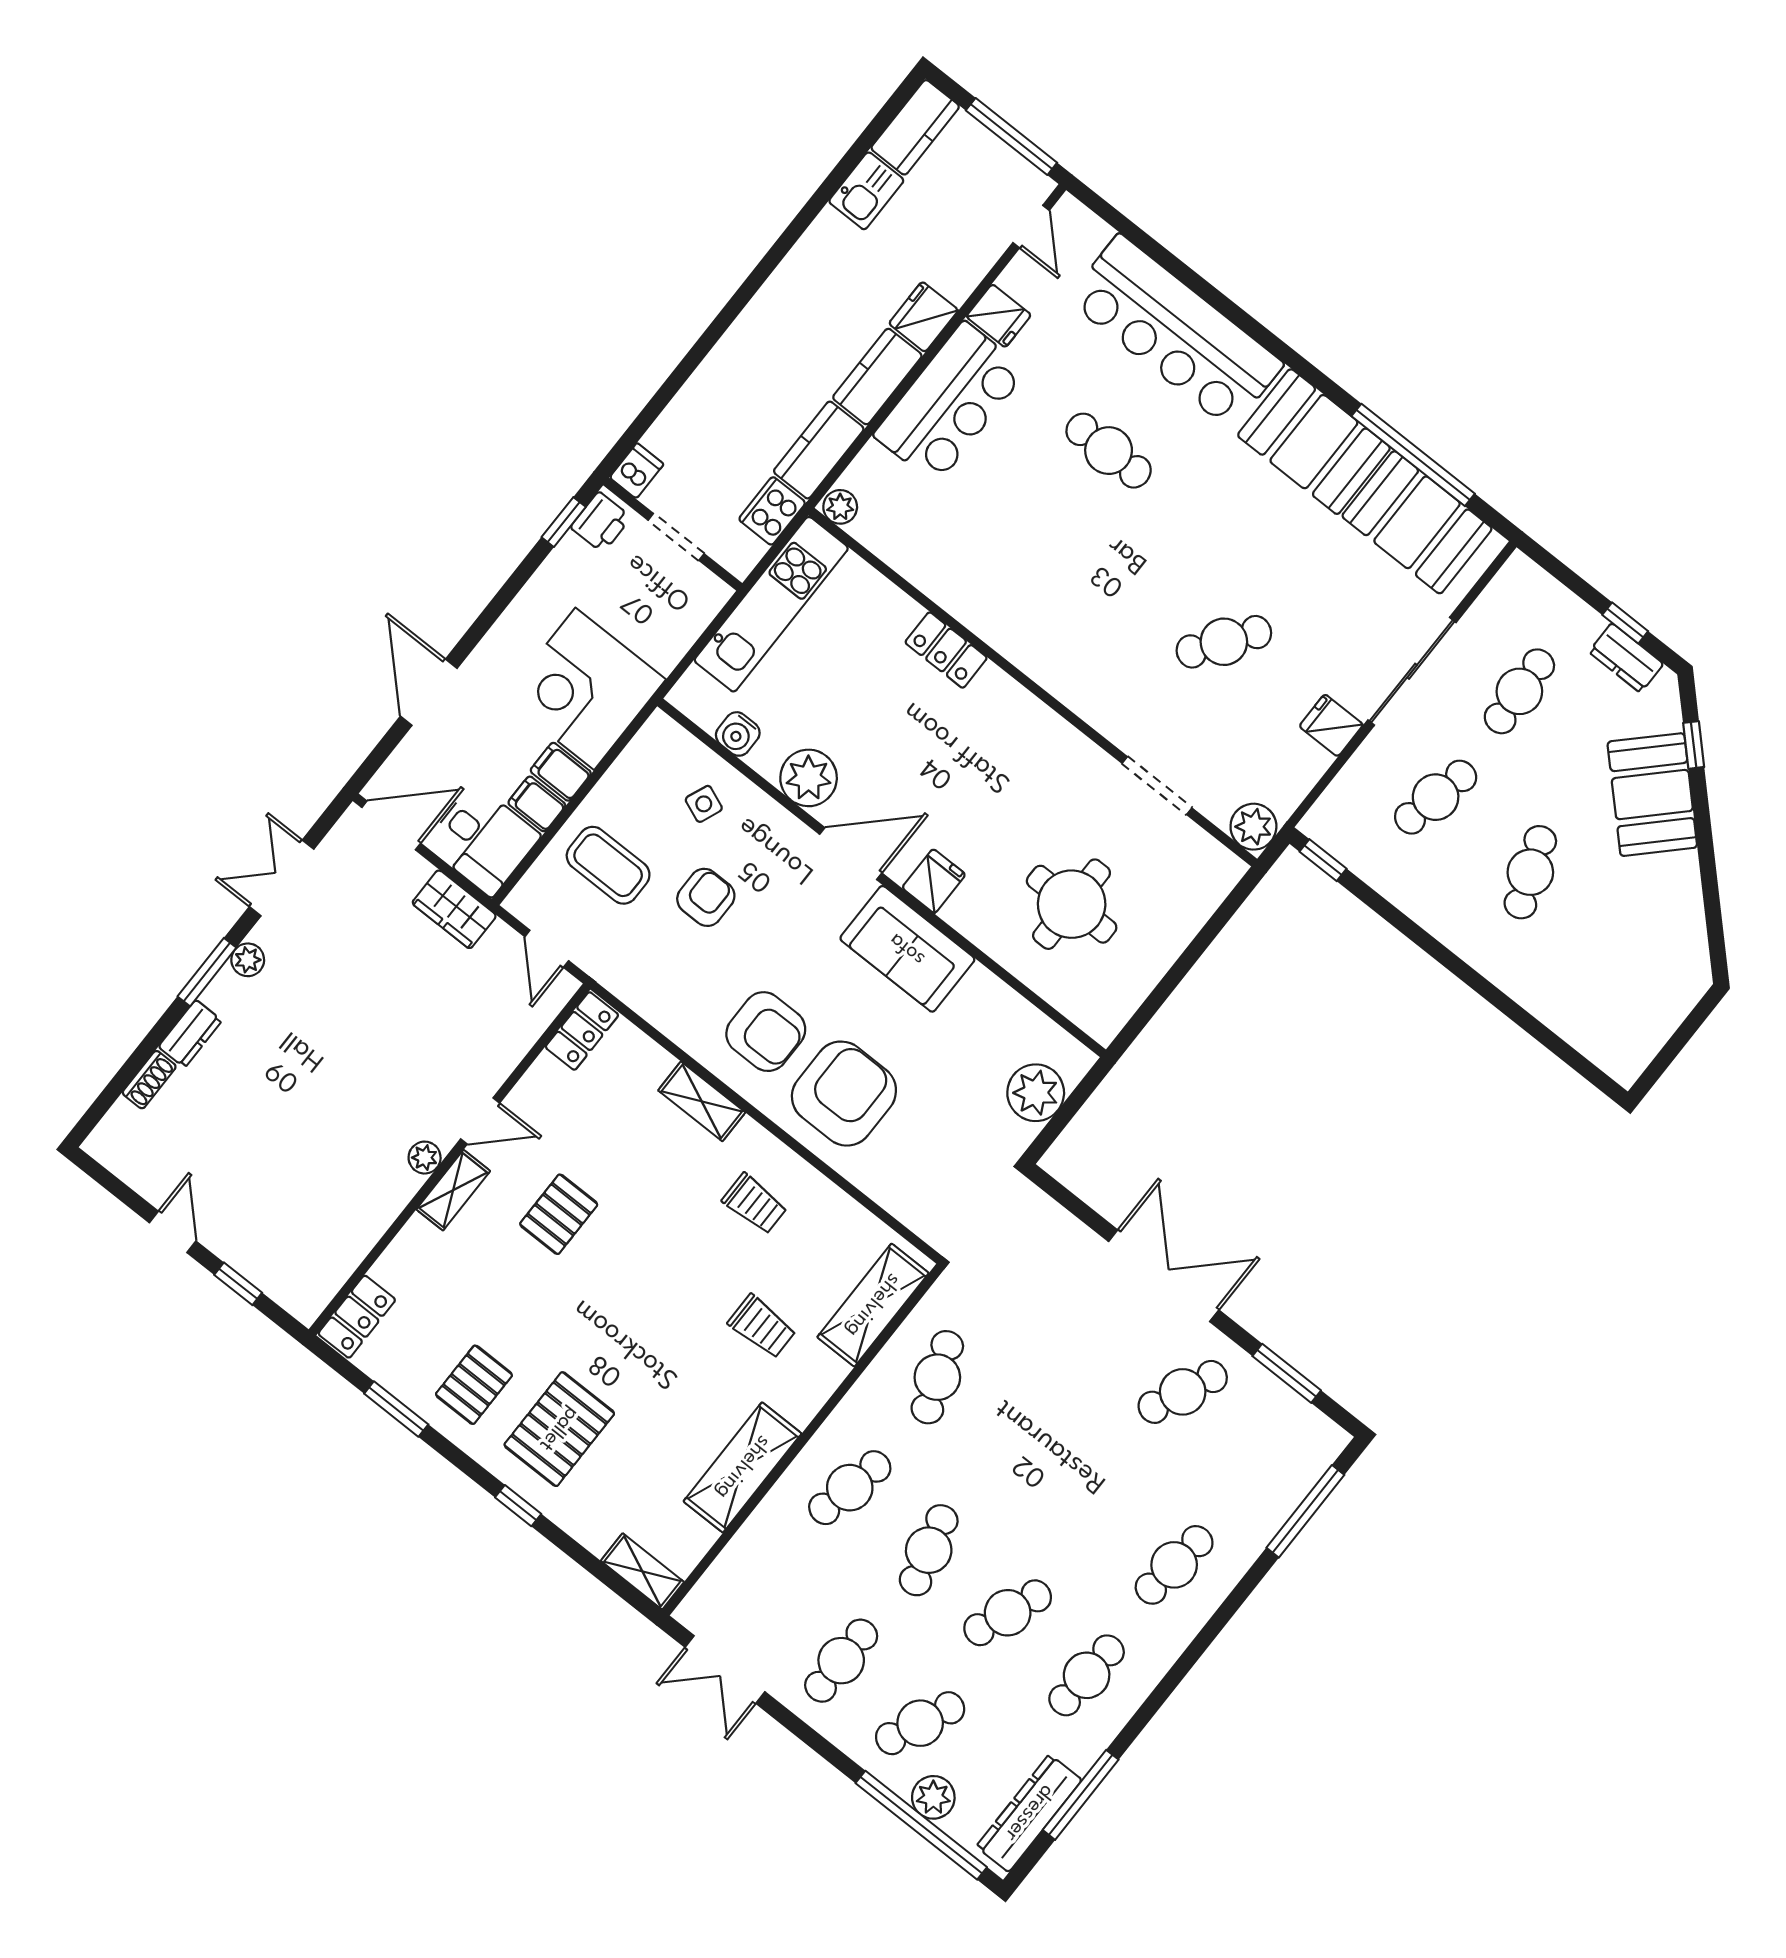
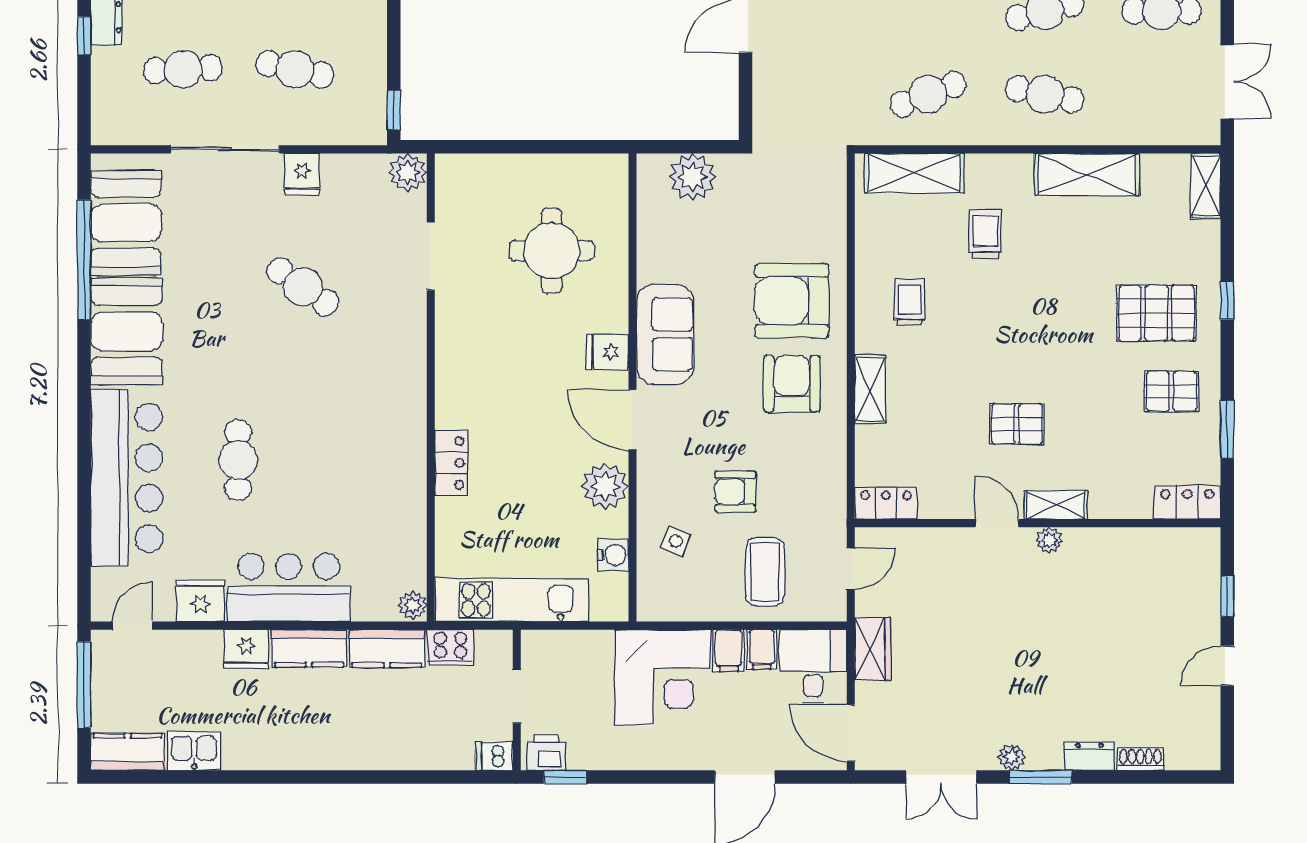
fridge: (999, 316) -> (200, 601), width x1.38

